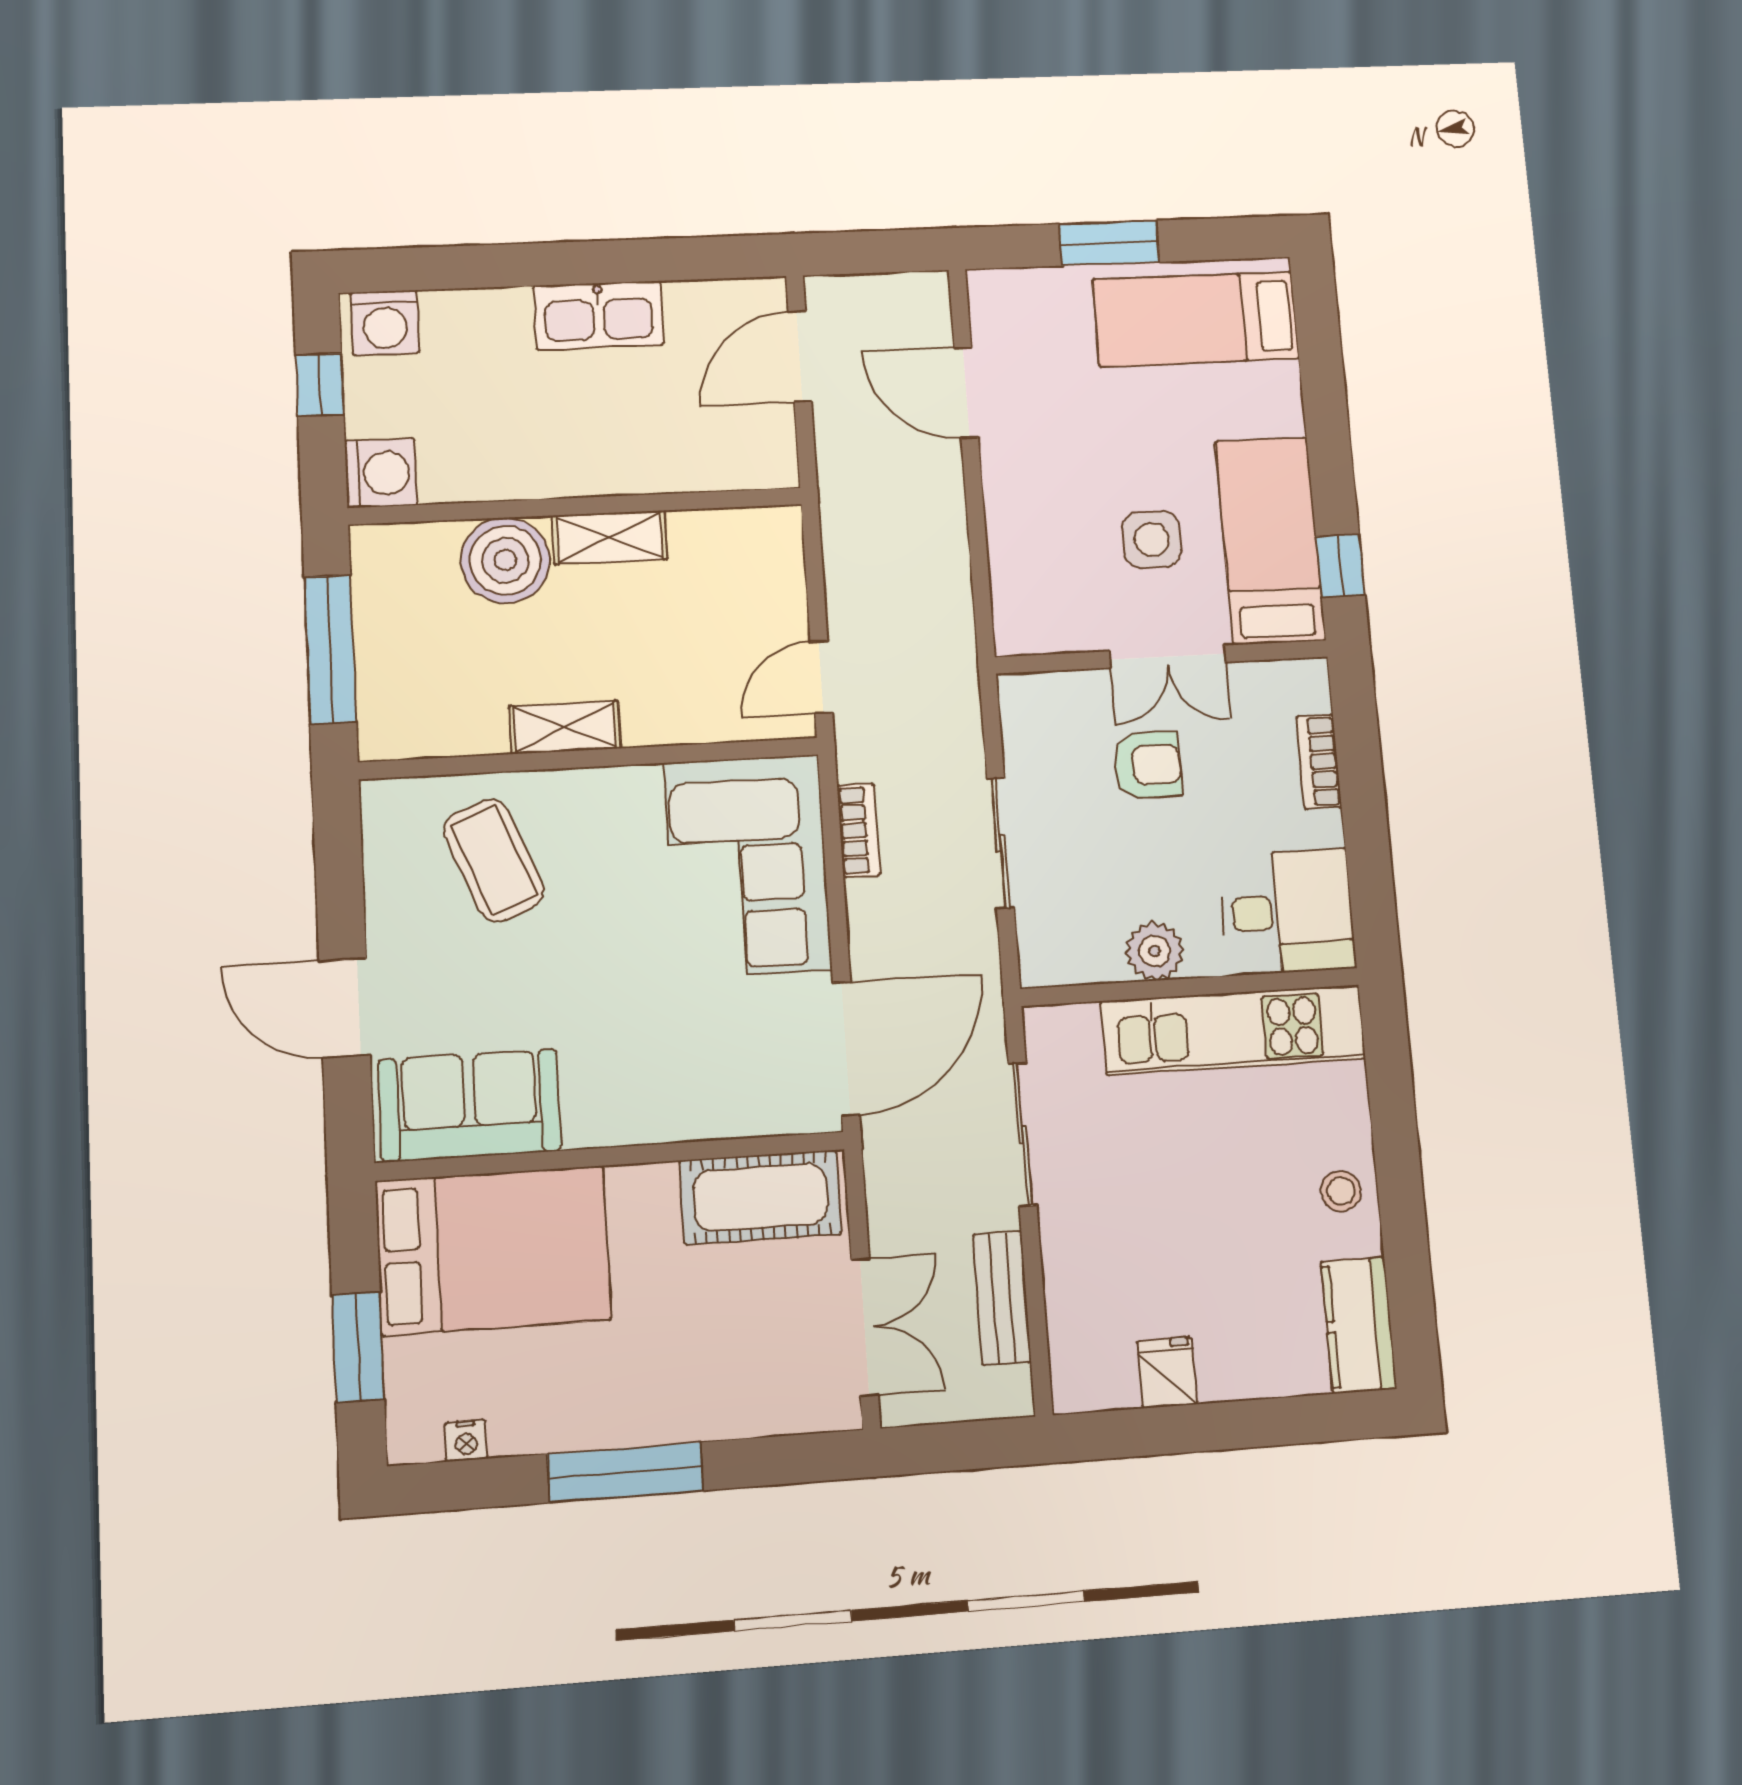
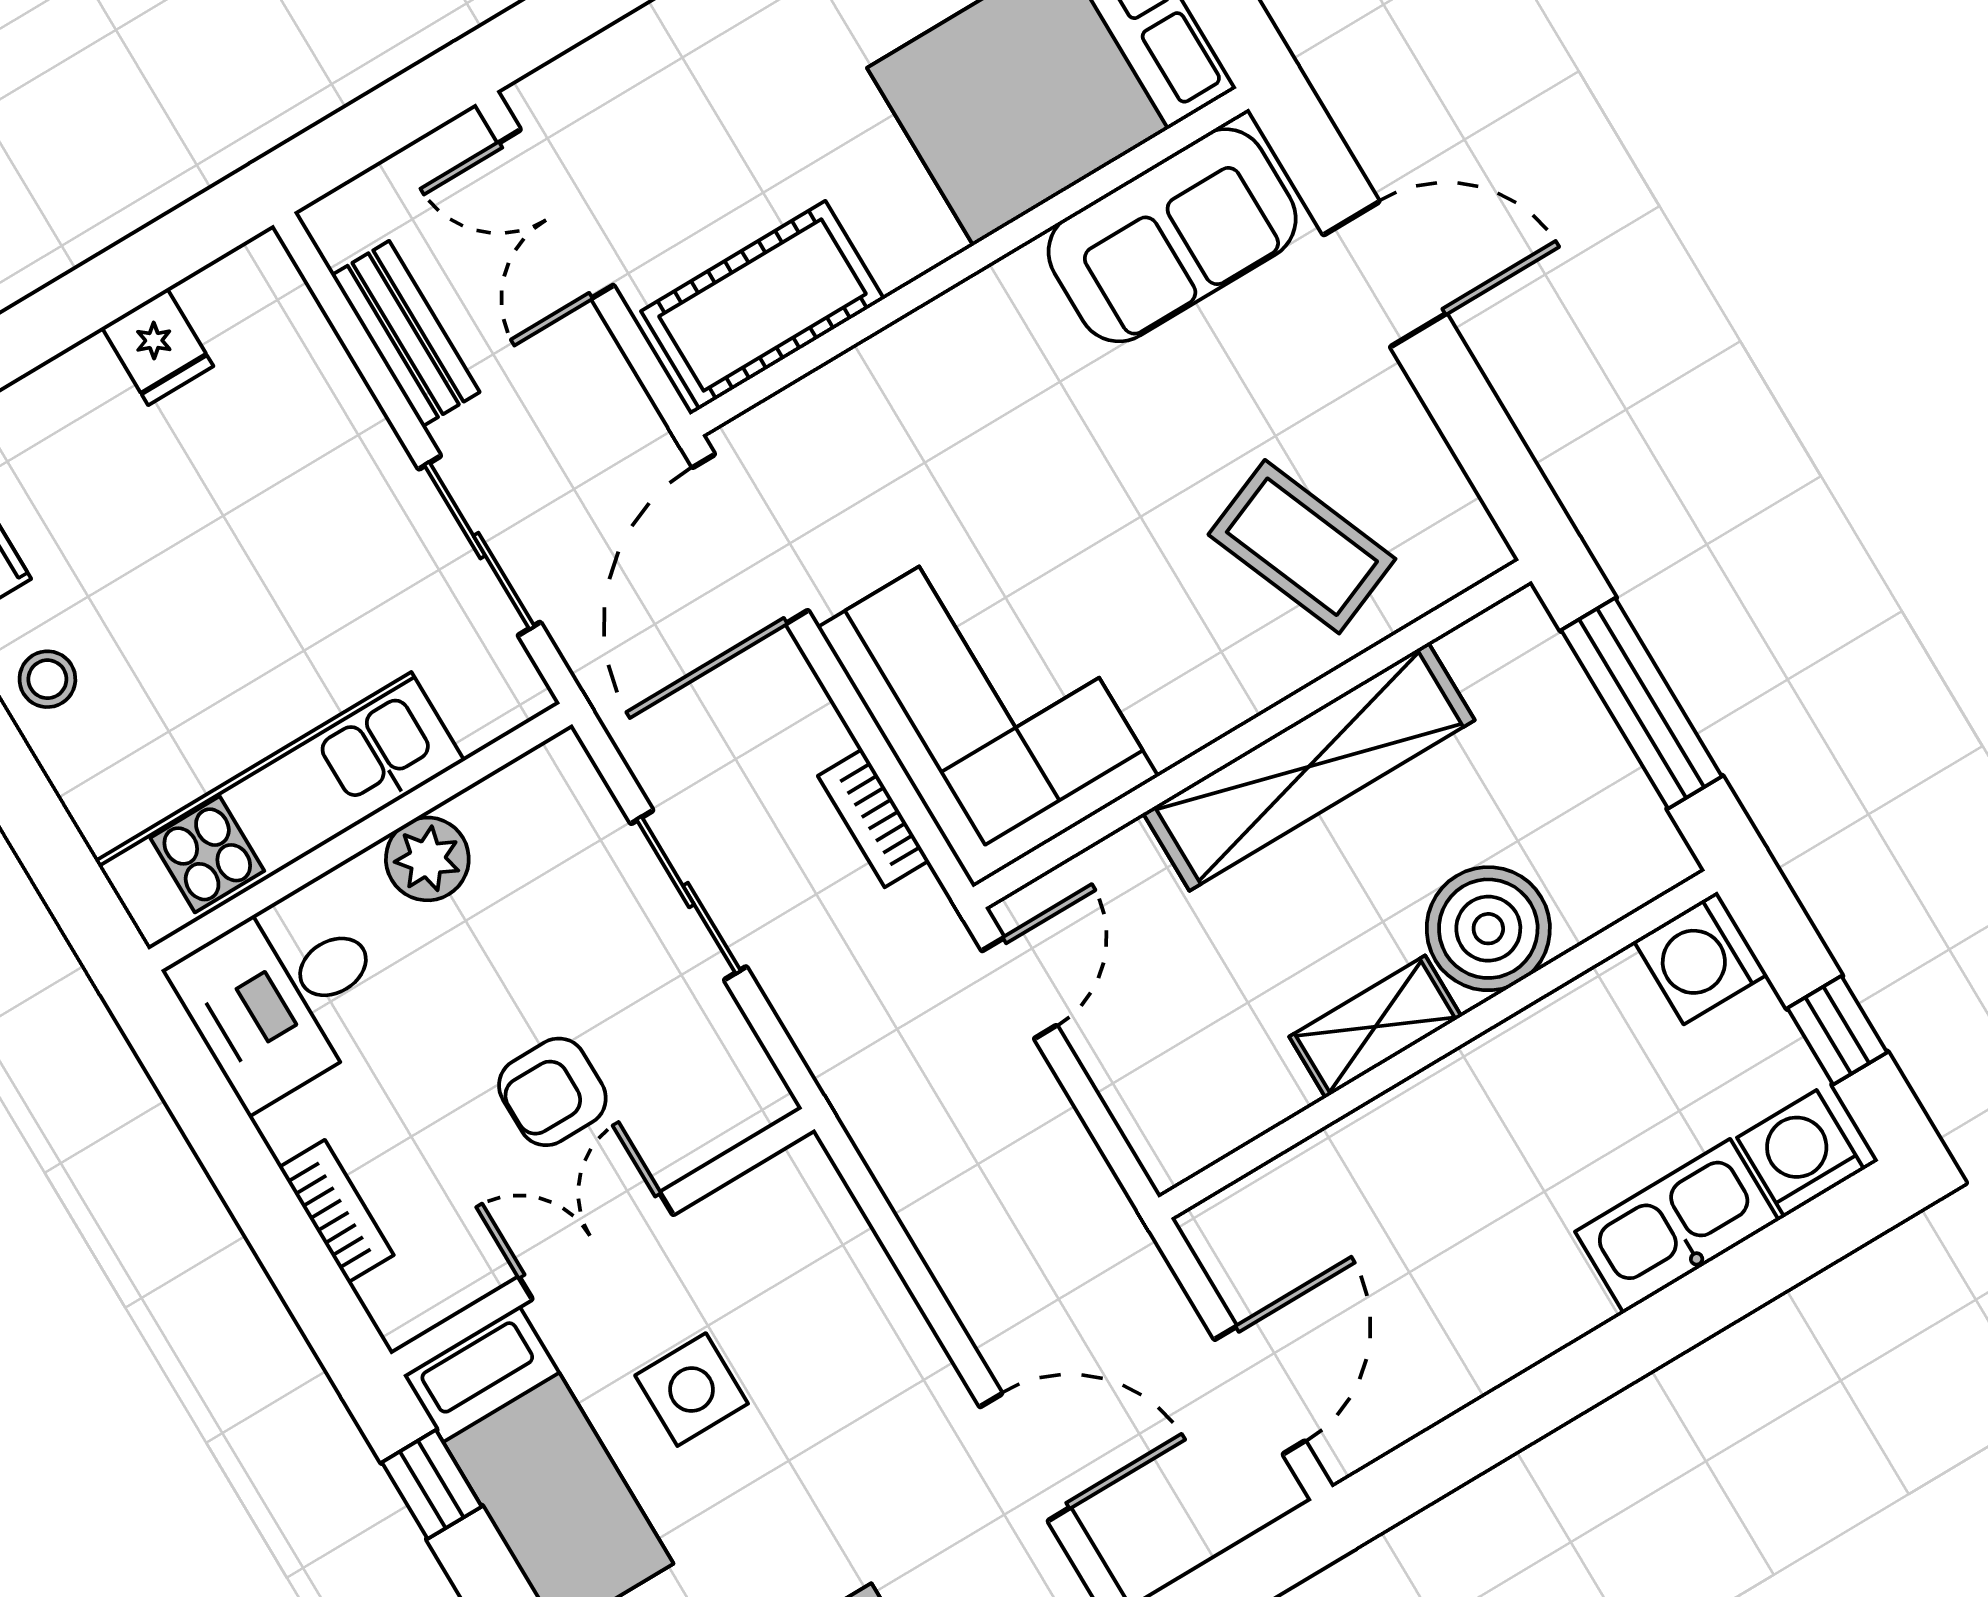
kitchen sink: (599, 315) -> (1677, 1226), moved
shelving: (565, 727) -> (1309, 767), width x2.20, depth x1.33

